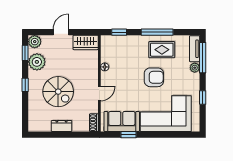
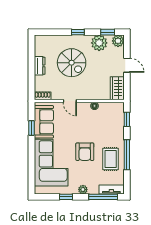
plant: (195, 68) -> (83, 190), moved
spiral stairs: (58, 92) -> (72, 63), turned -90

